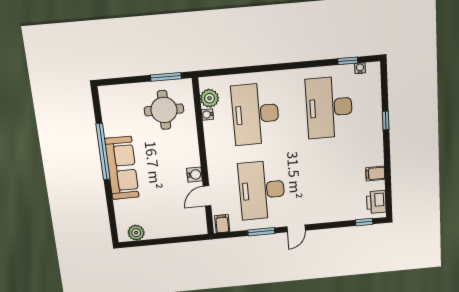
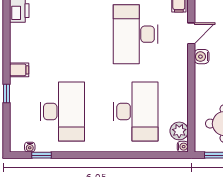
water cooler: (207, 114) -> (183, 147), moved
filing cabinet: (375, 173) -> (19, 70), moved
desk: (262, 190) -> (136, 34), turned 180

